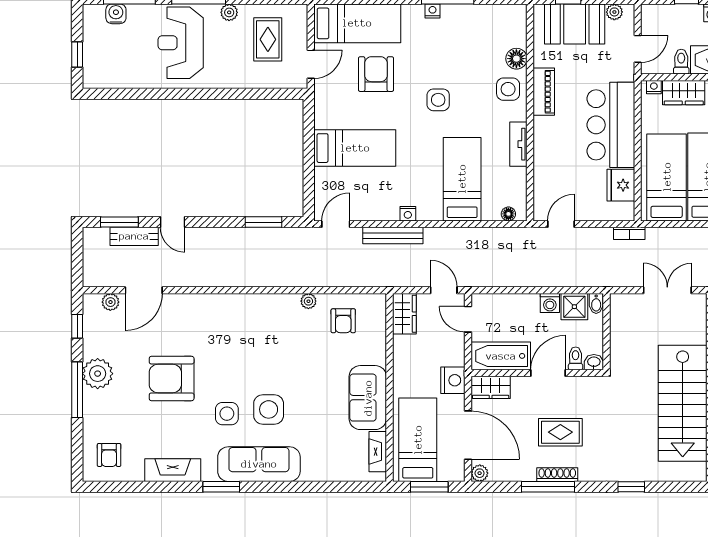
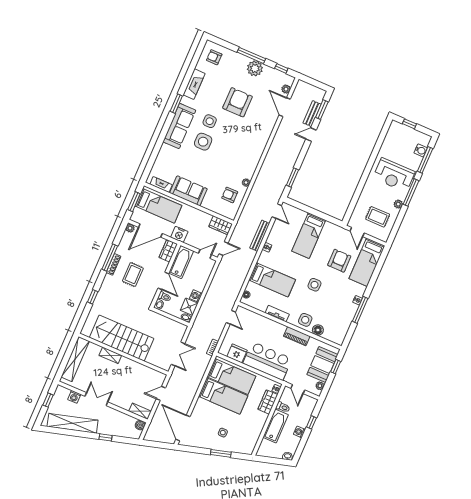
reception desk: (181, 43) -> (394, 175), turned 180
armchair: (376, 74) -> (339, 261), turned -90

